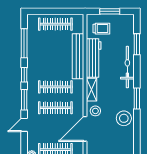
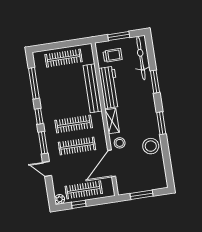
window: (137, 44) -> (155, 82), moved
bicycle: (127, 67) -> (141, 58), moved
door: (24, 125) -> (47, 169), hinge flipped

